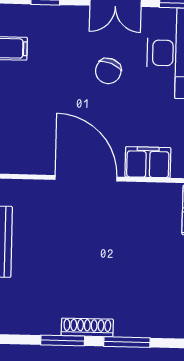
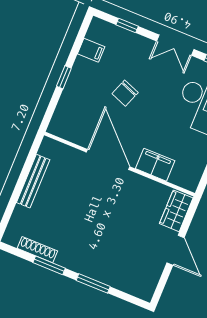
chair: (108, 71) -> (125, 93), moved
shoe rack: (87, 327) -> (37, 250), moved

